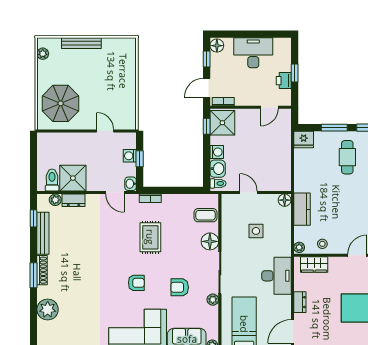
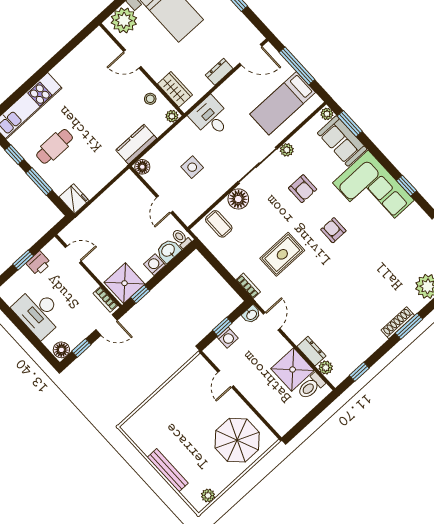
bench: (43, 233) -> (365, 352), removed
desk: (276, 276) -> (211, 117), width x0.73

